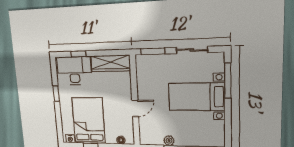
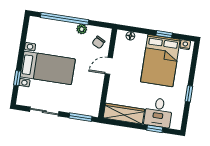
desk: (74, 71) -> (158, 113), width x0.73
window: (228, 81) -> (17, 78), width x0.46
chair: (150, 130) -> (99, 42), added

